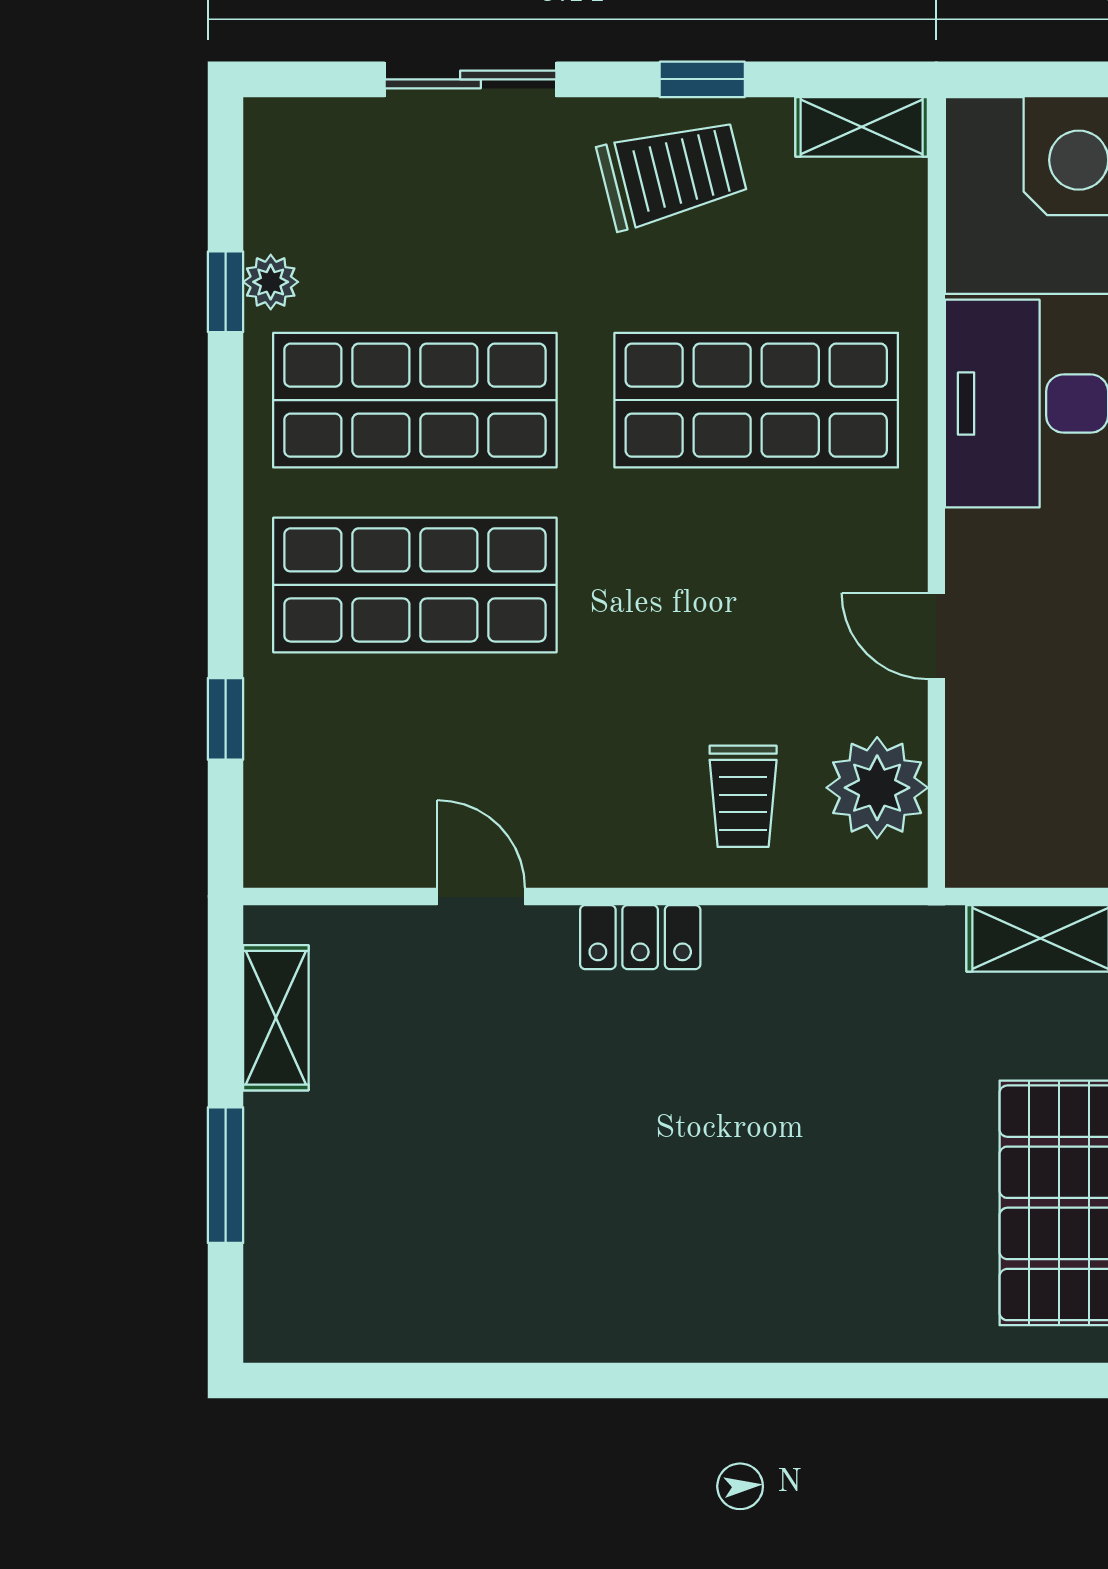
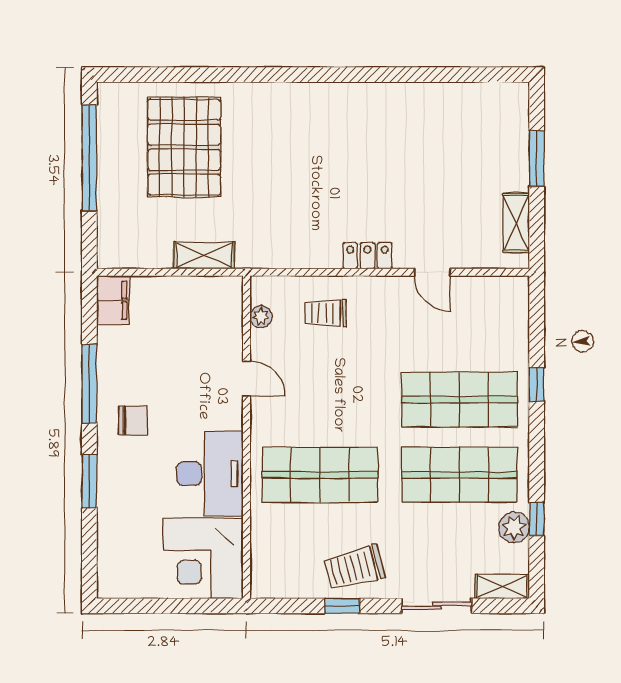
shelving: (862, 127) -> (502, 586), moved
plant: (271, 282) -> (514, 527), width x1.38, depth x1.38
window: (226, 719) -> (537, 384), moved
plant: (877, 788) -> (261, 317), width x0.53, depth x0.53
trolley: (743, 796) -> (325, 313), turned -90

